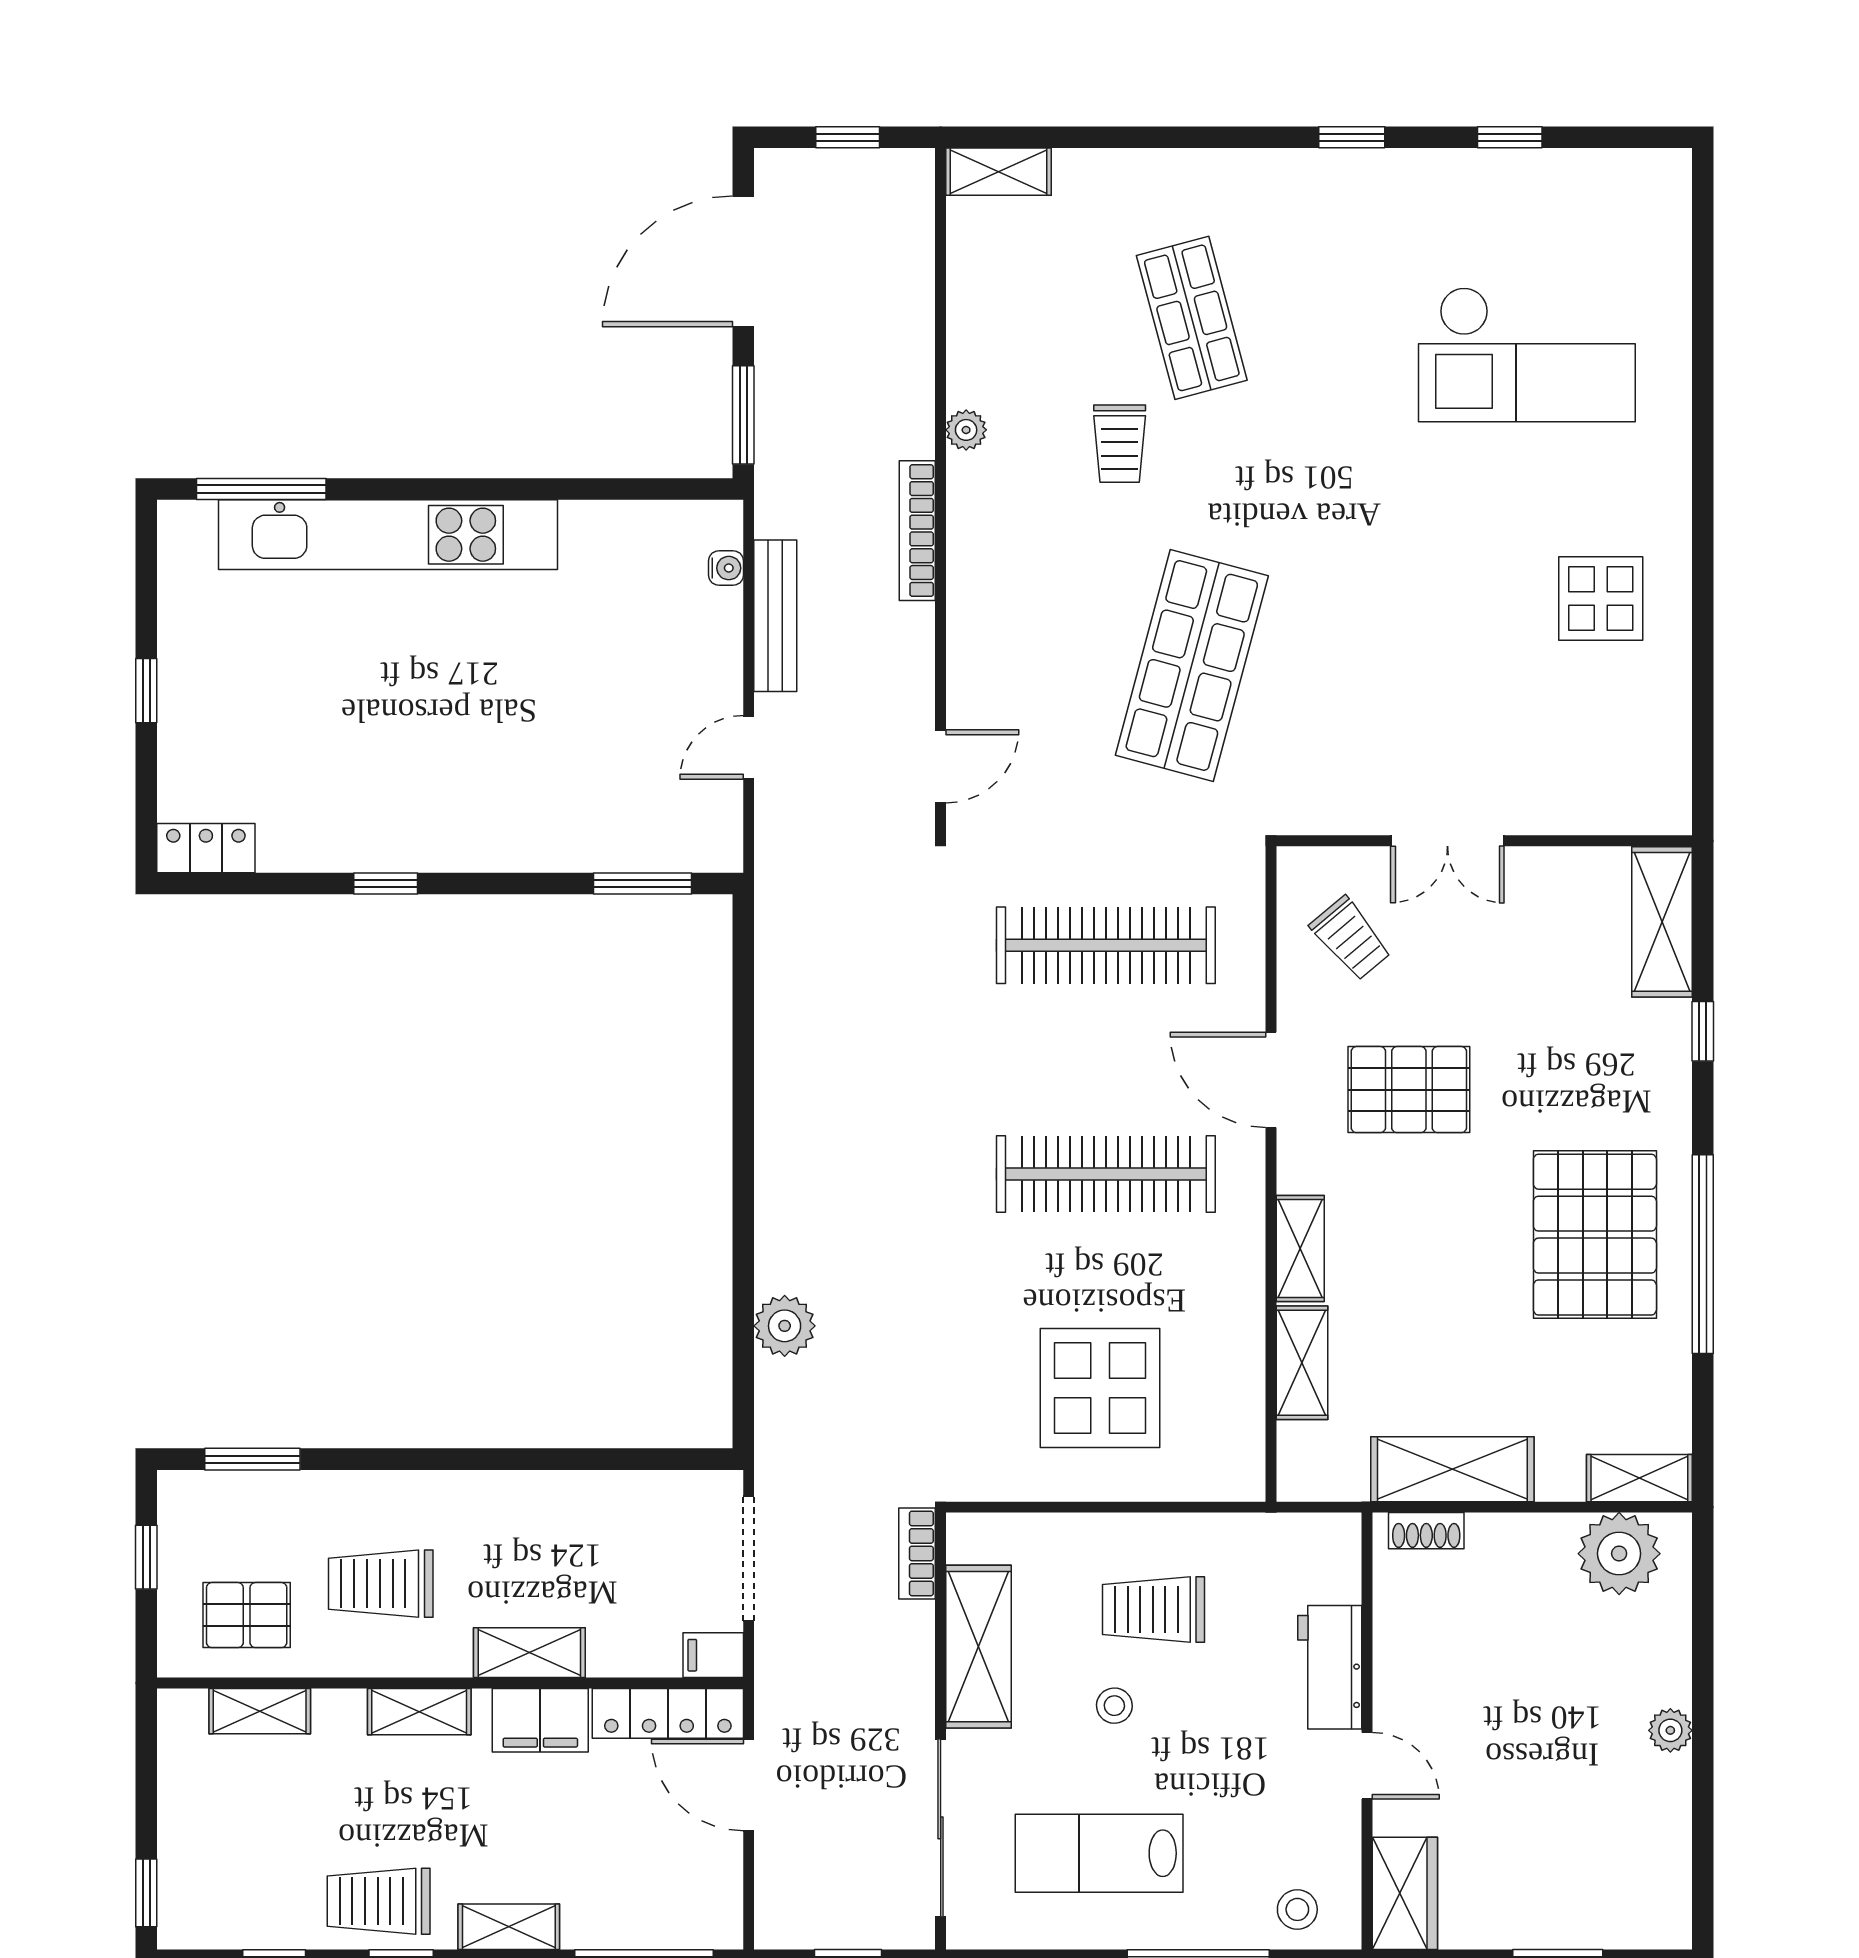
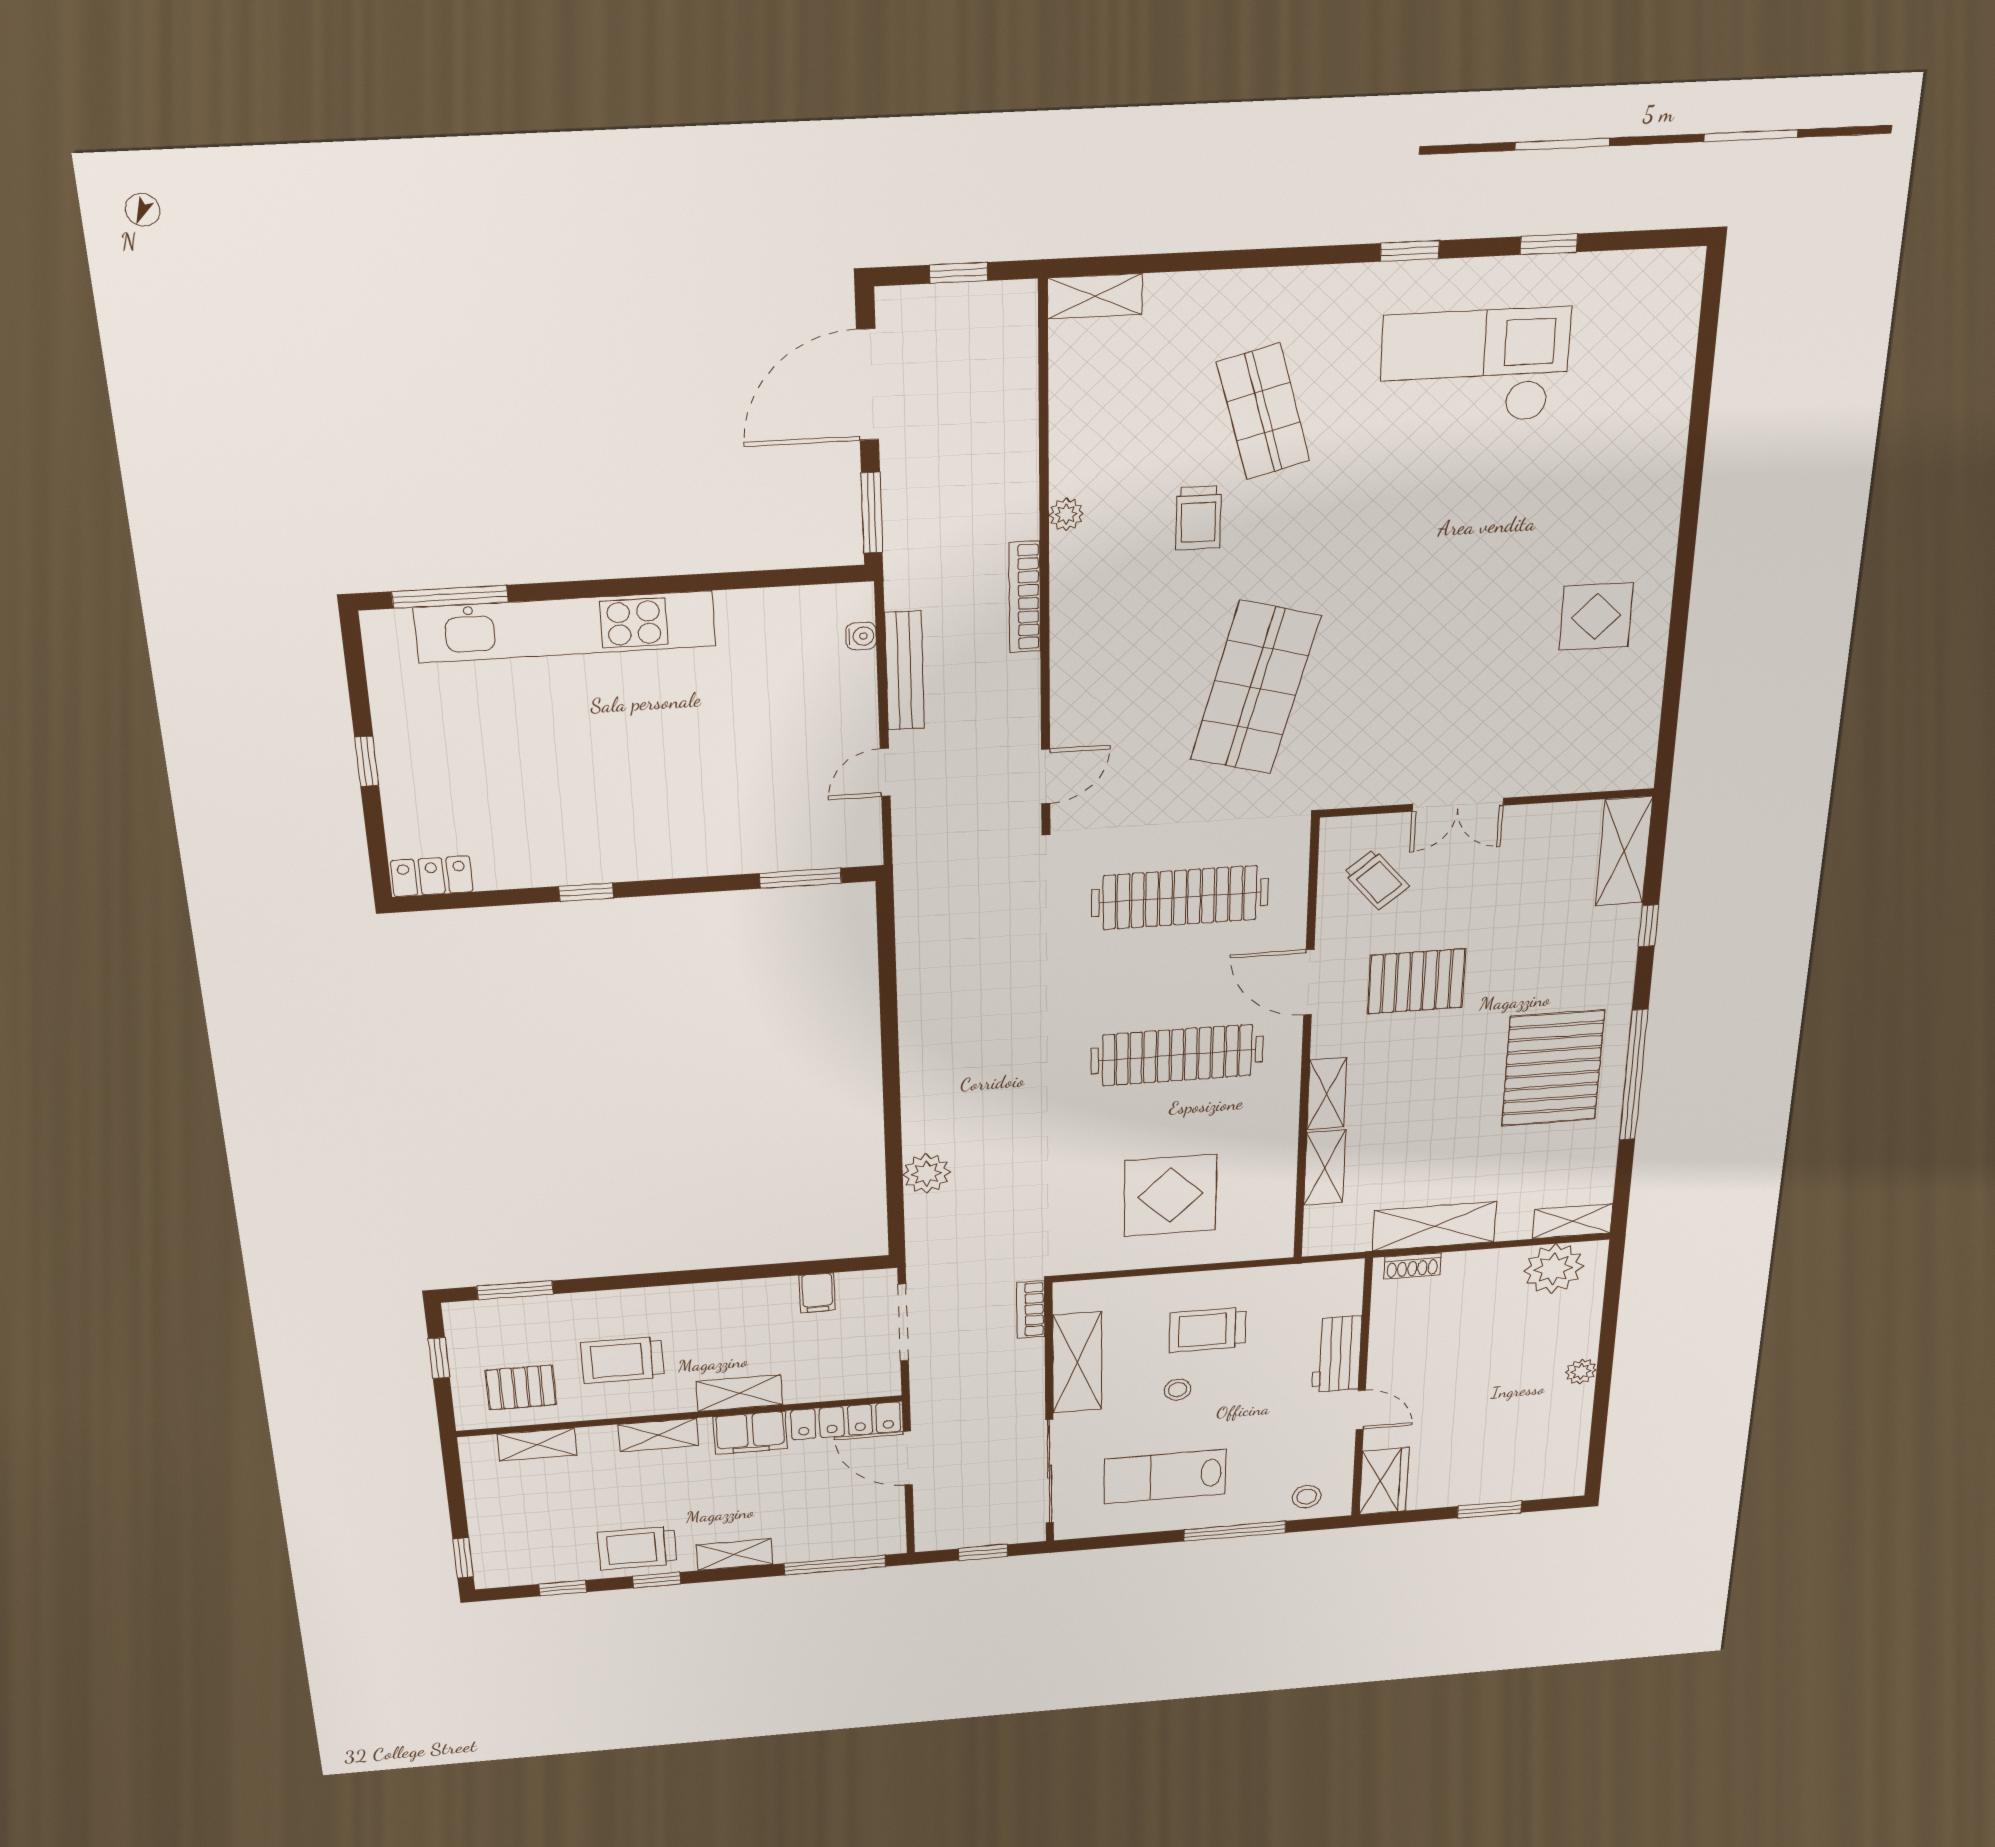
checkout: (1527, 354) -> (1474, 367), moved, turned 180
filing cabinet: (713, 1655) -> (817, 1293), moved, turned -90

